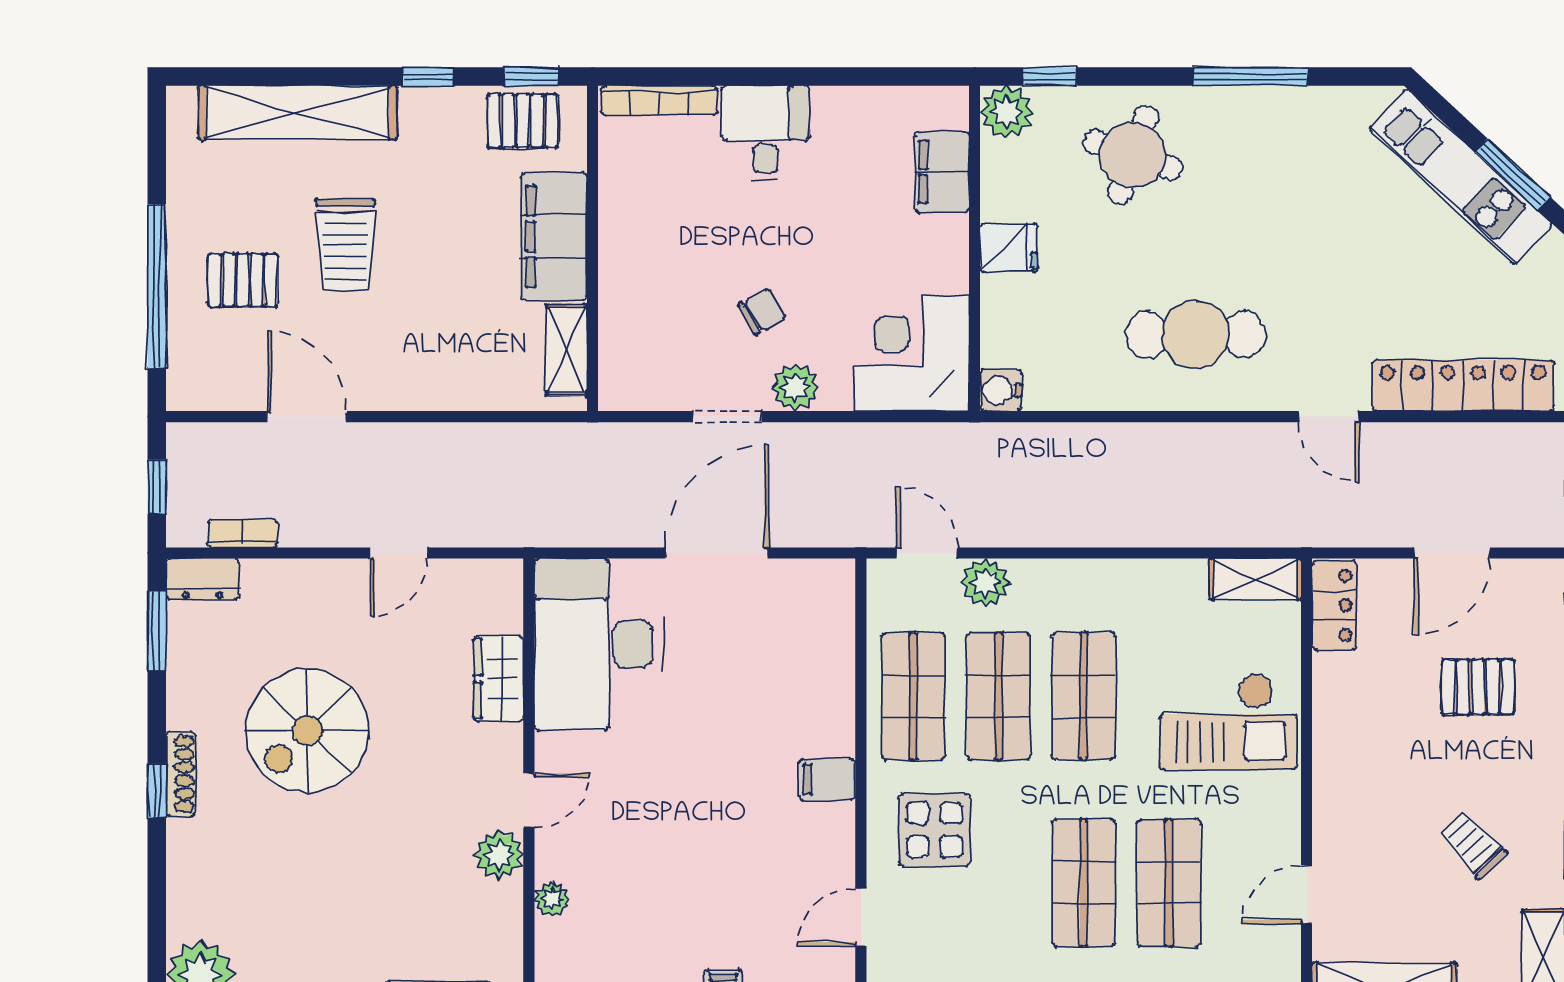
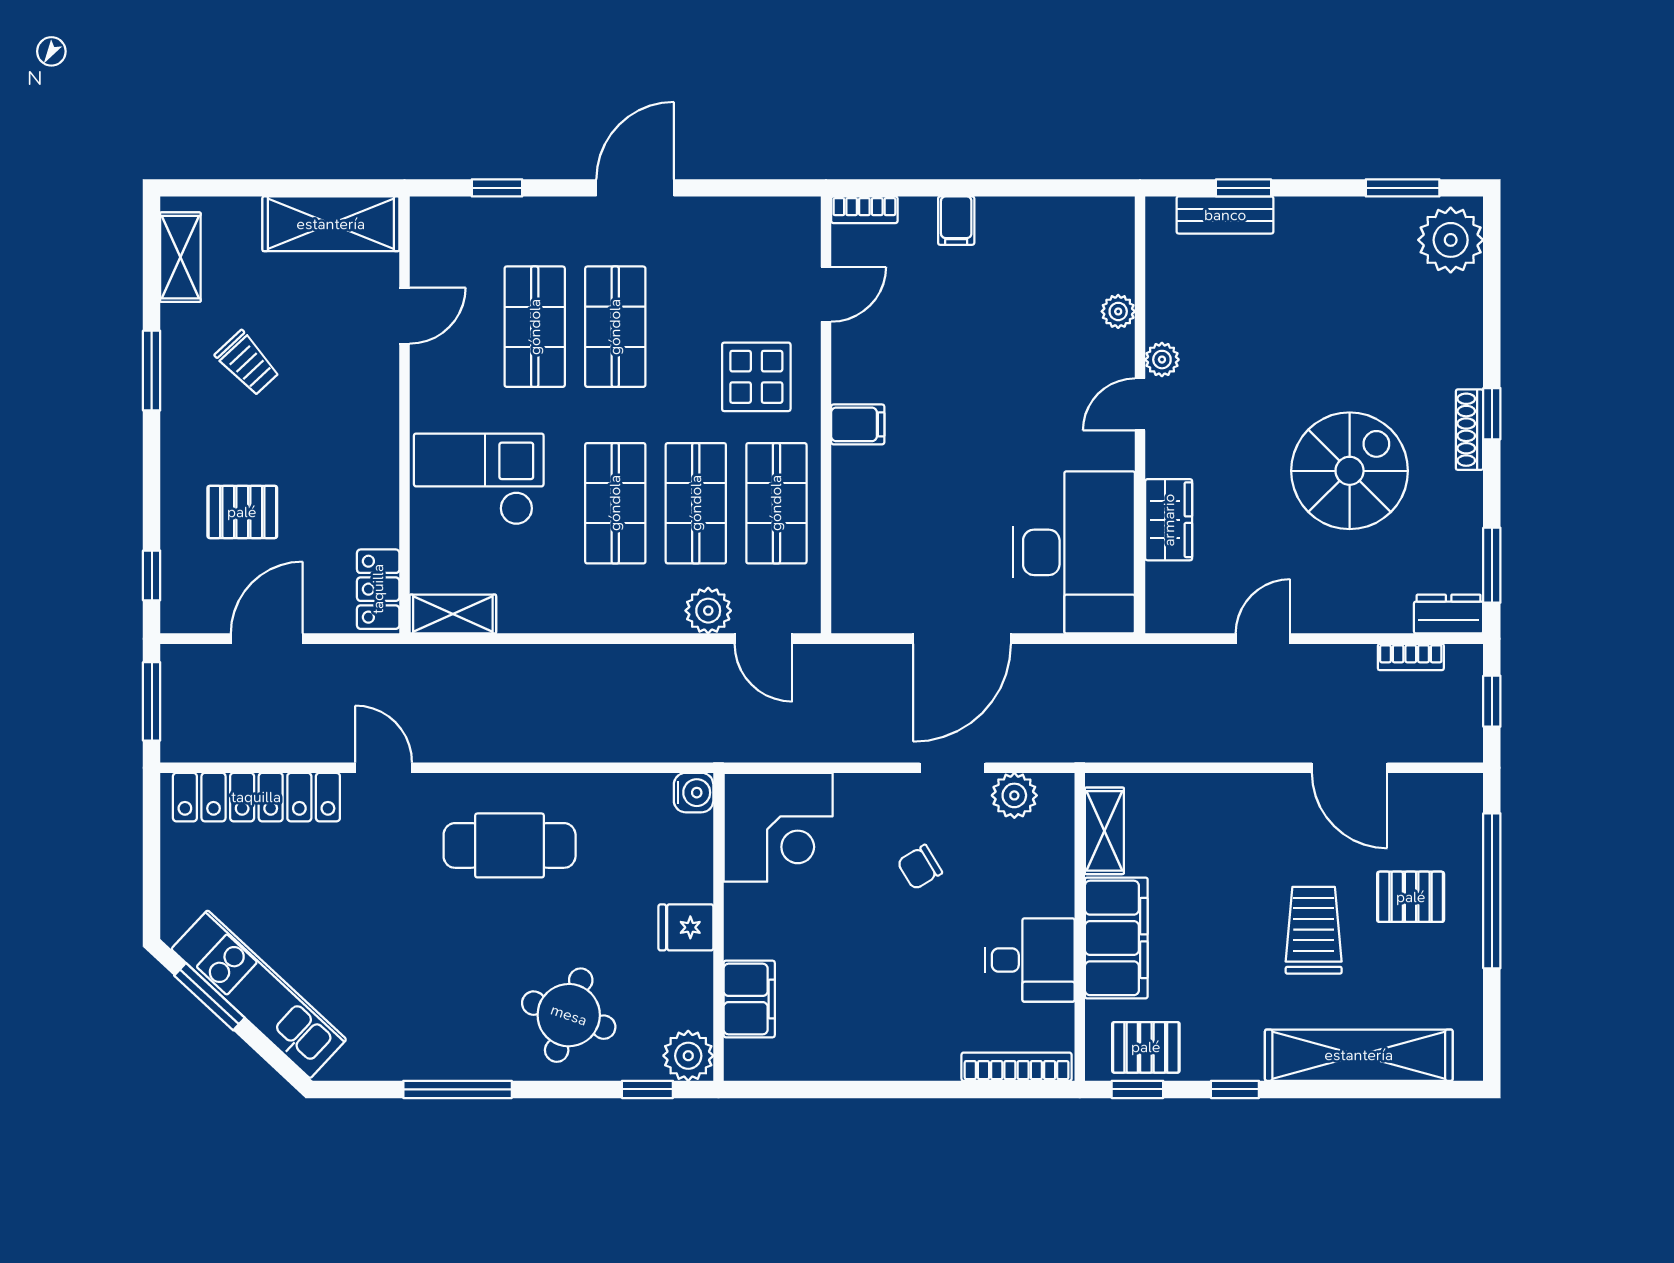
desk: (765, 133) -> (1030, 960), moved, turned -90
plant: (796, 387) -> (1014, 795), moved
plant: (499, 855) -> (1162, 360), width x0.73, depth x0.73

